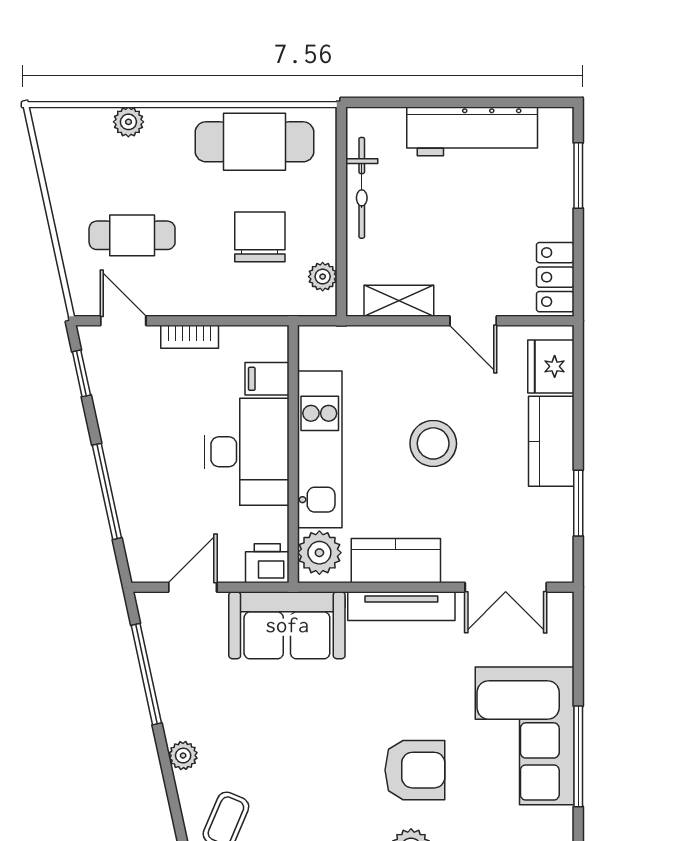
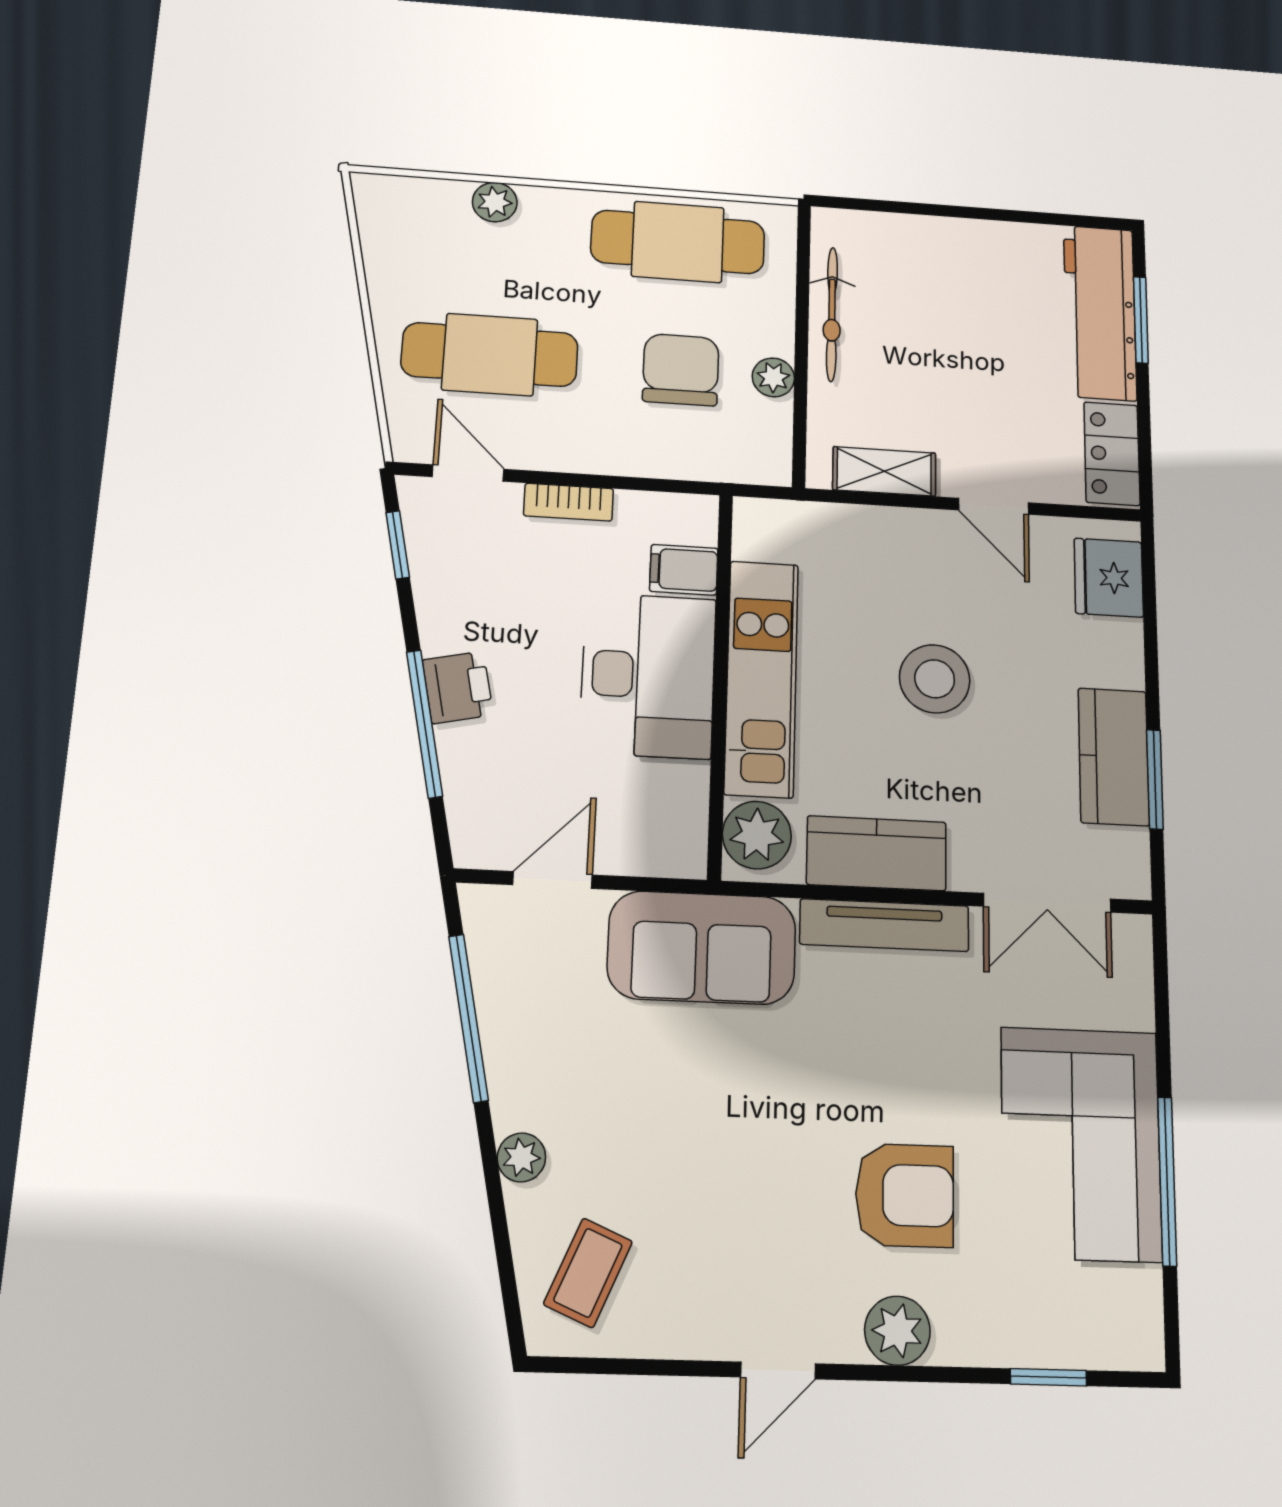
workbench: (472, 131) -> (1100, 312), moved, turned 90
cafe table: (132, 235) -> (490, 355), width x1.37, depth x1.35
plant: (323, 277) -> (773, 377), moved
kitchen counter: (551, 441) -> (1114, 757), moved
printer: (267, 563) -> (458, 687), moved, turned 78

